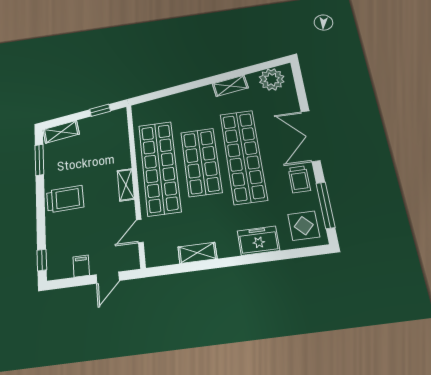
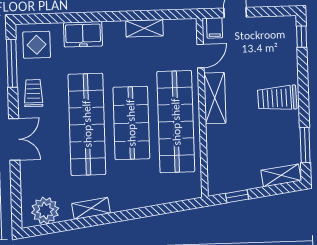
double door: (310, 136) -> (14, 139), width x0.73
shelving: (126, 185) -> (215, 98), width x1.50, depth x1.33
filing cabinet: (81, 266) -> (214, 28), moved

